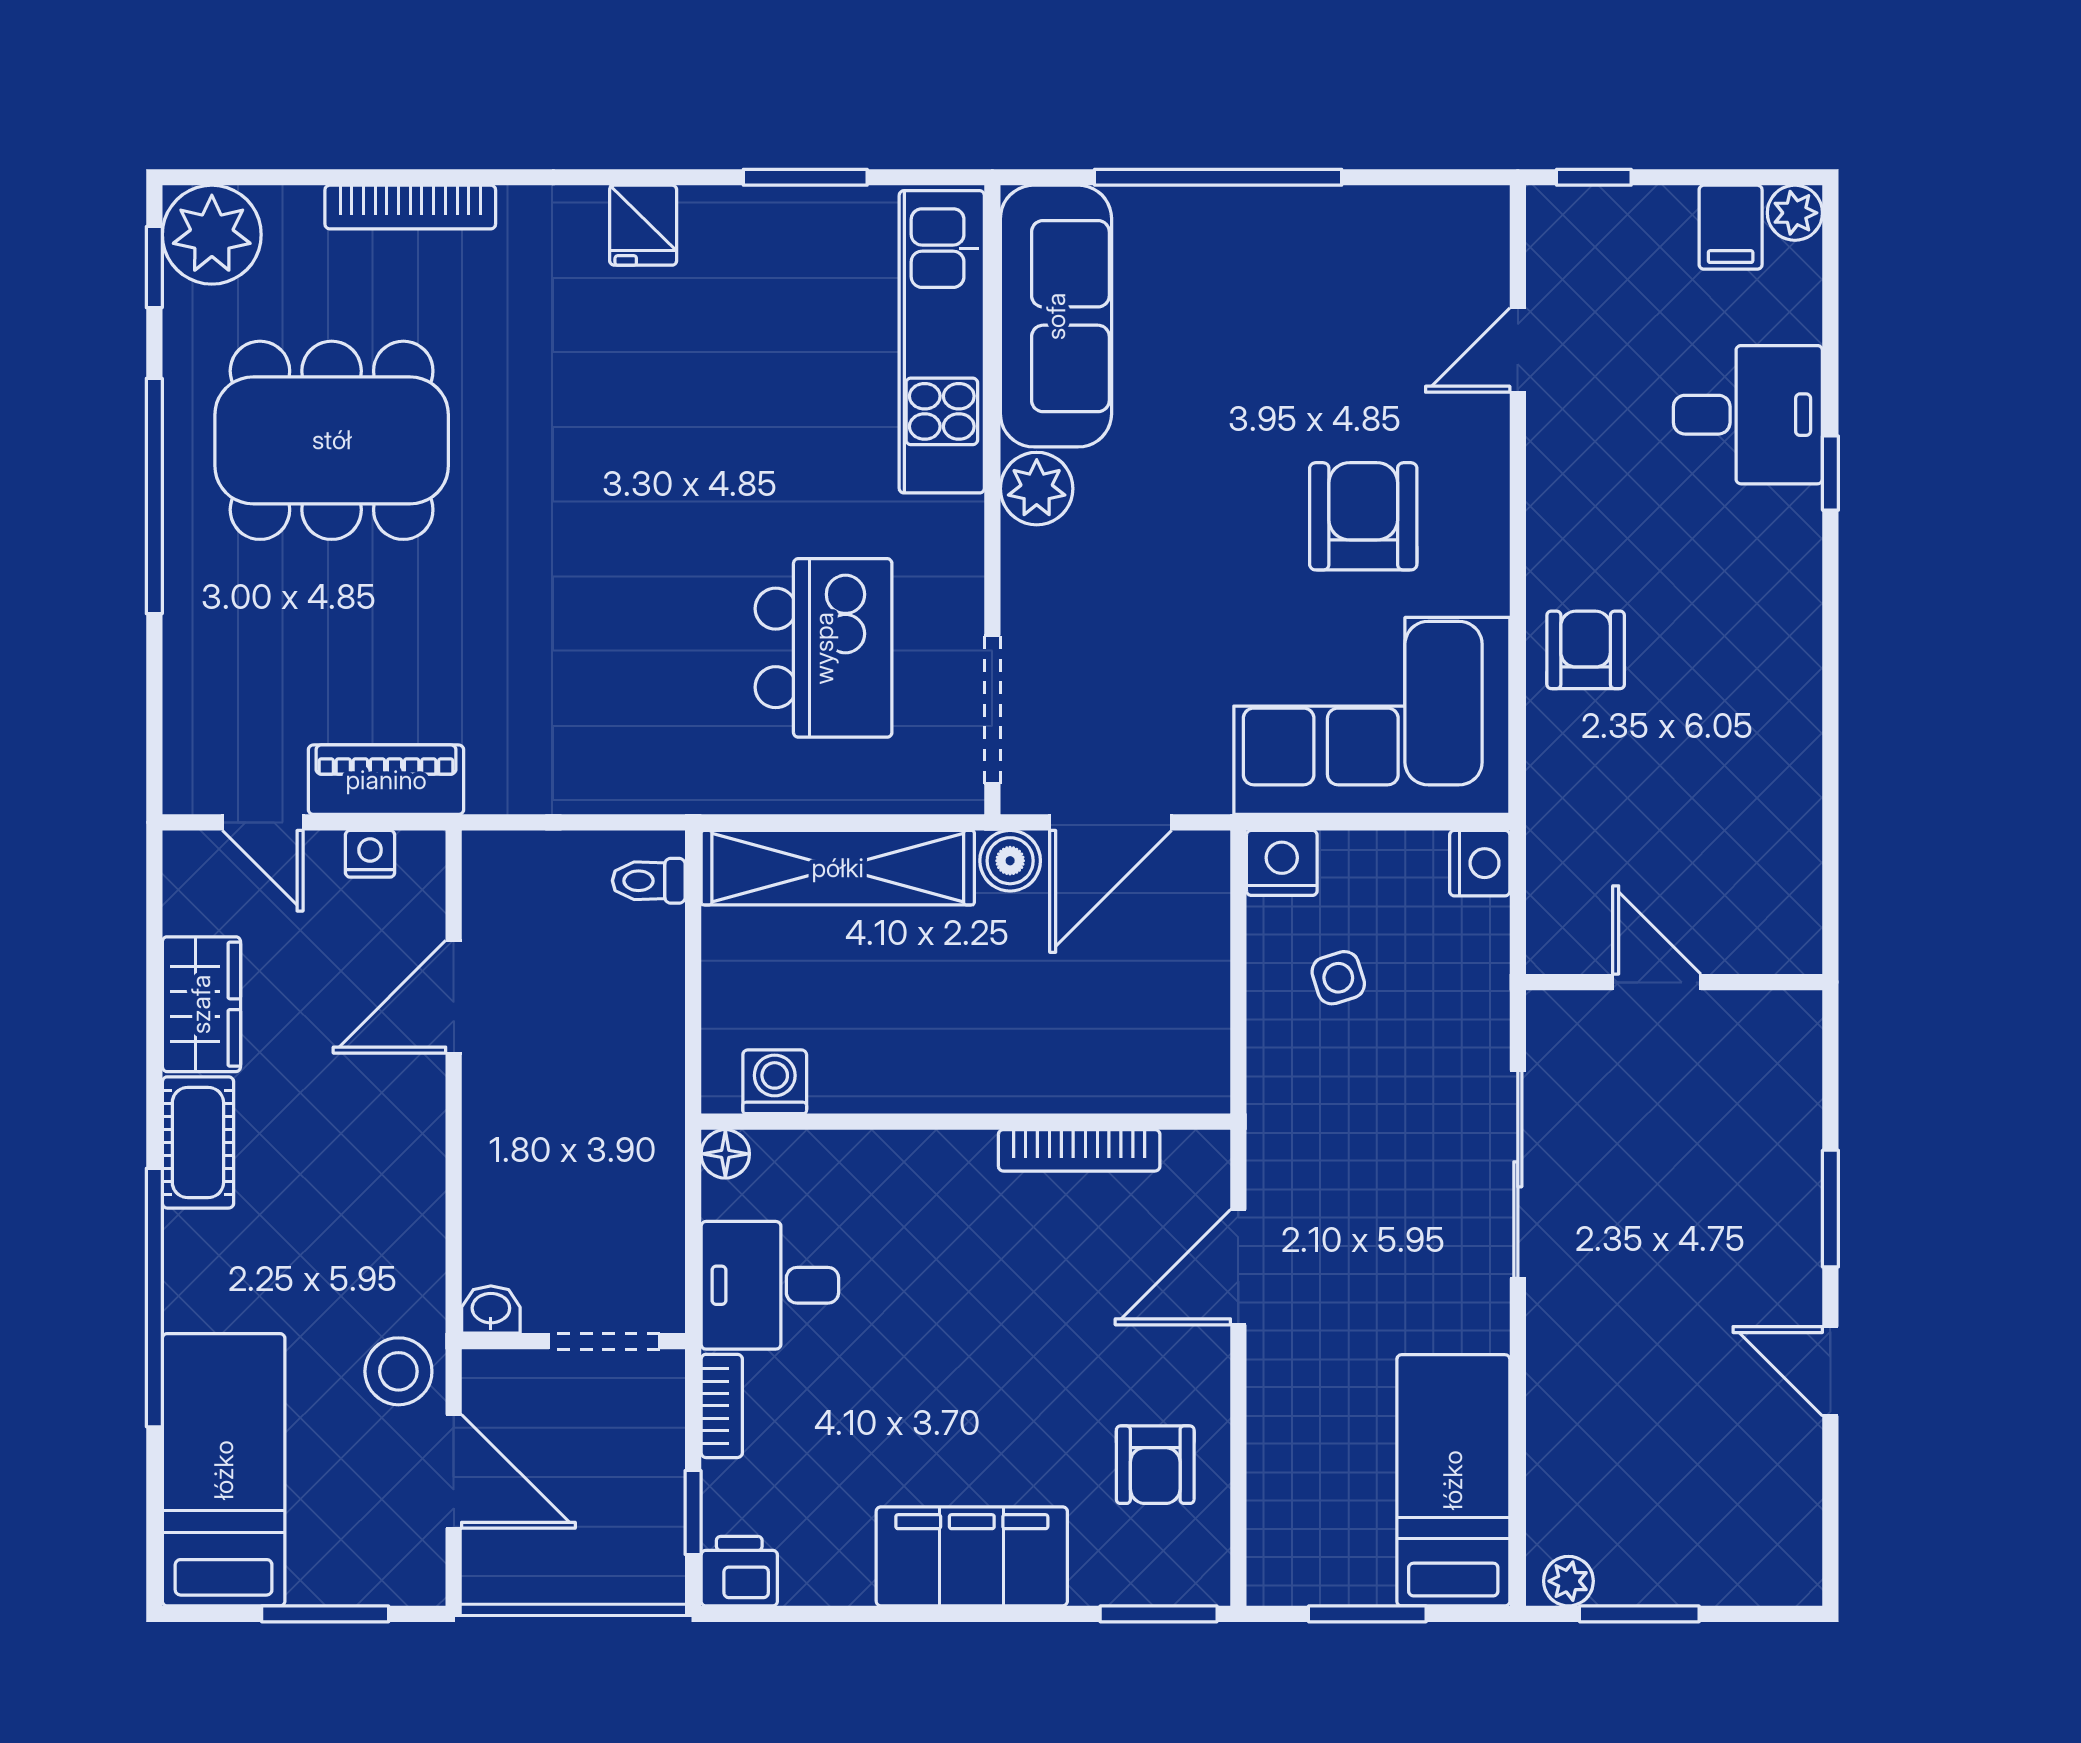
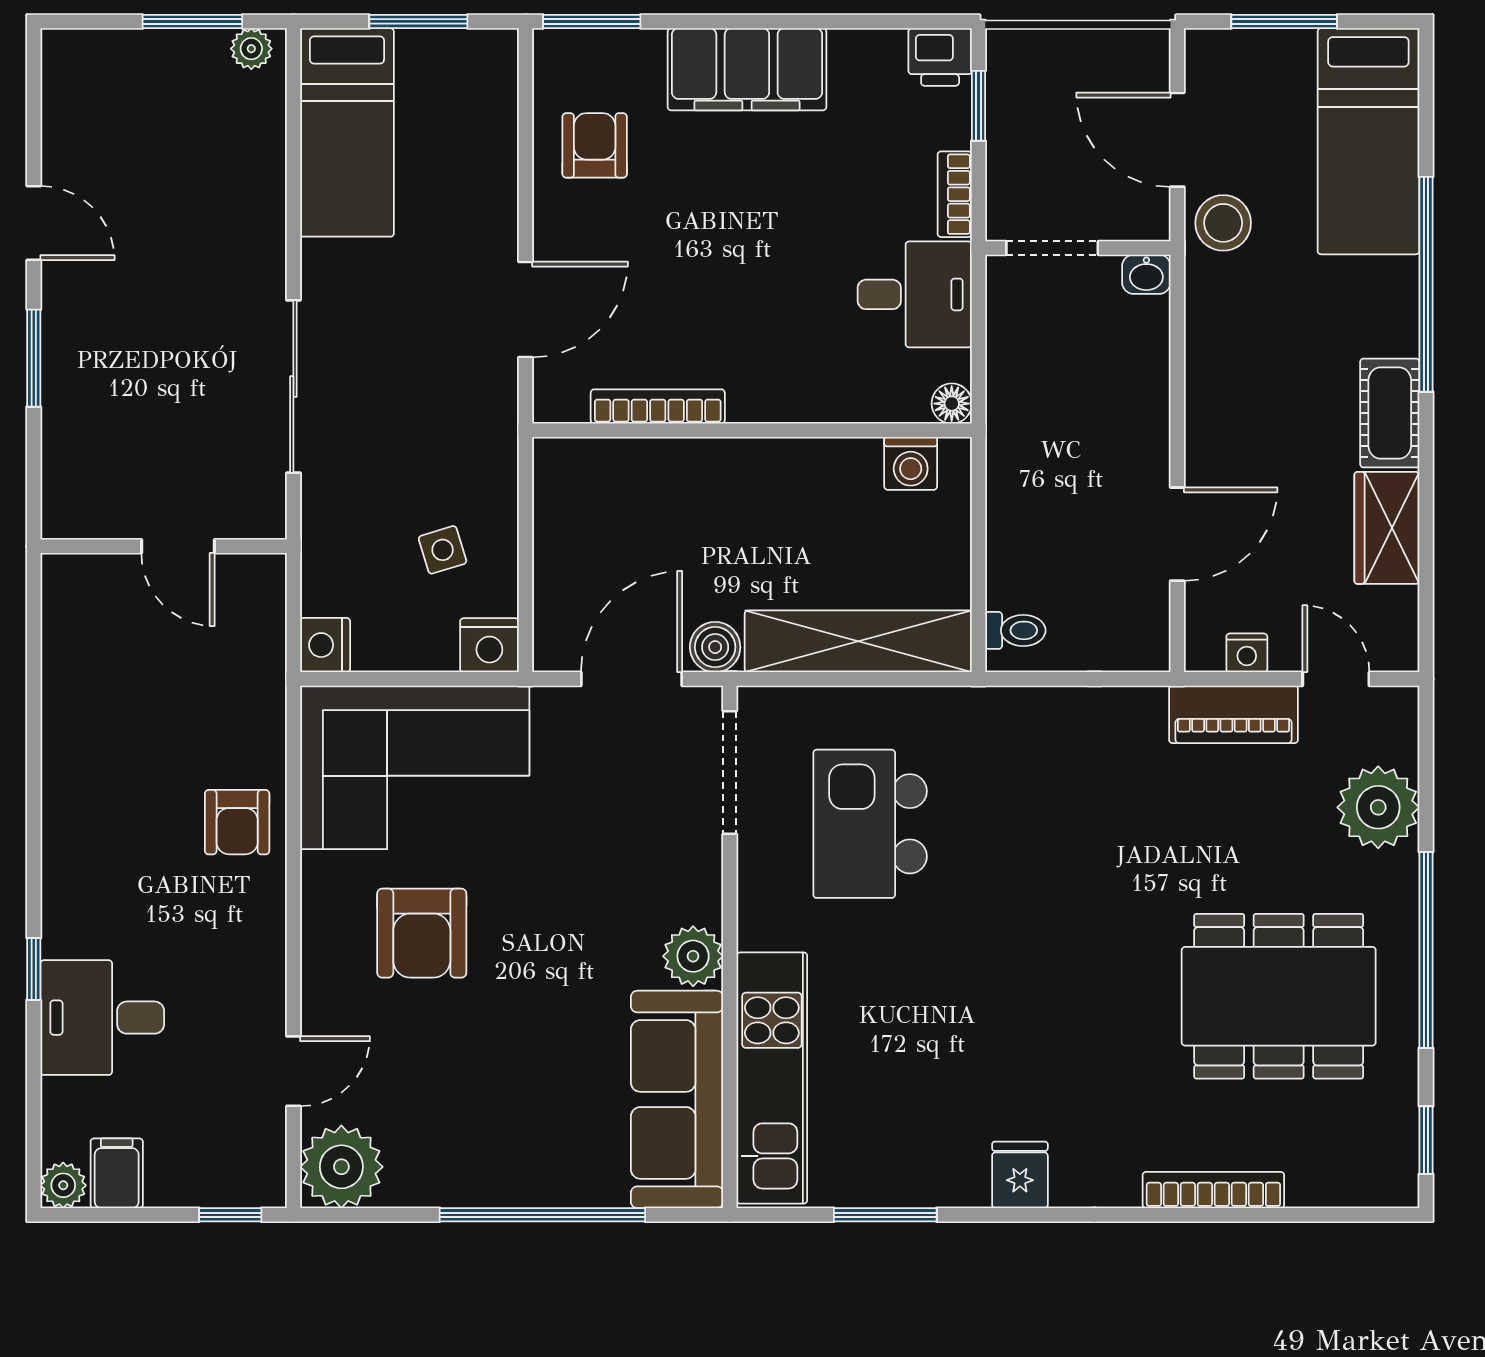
plant: (212, 235) -> (1378, 807), moved
plant: (1460, 235) -> (341, 1167), added

